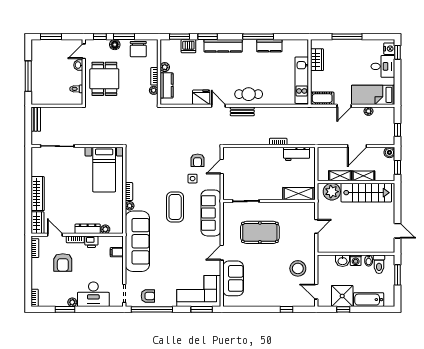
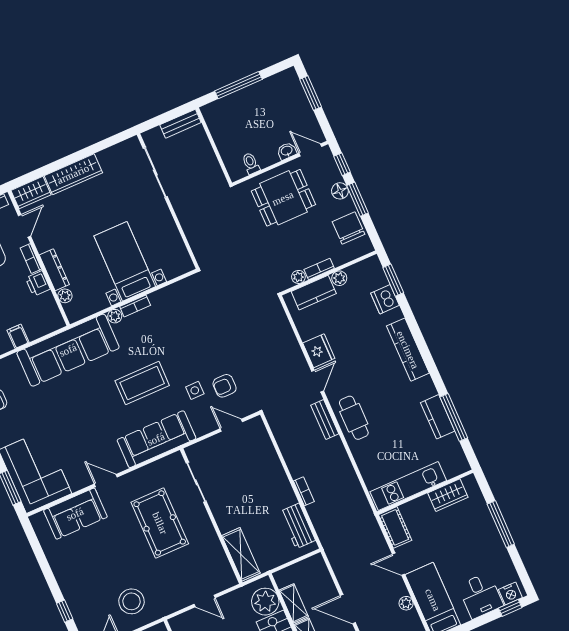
window: (208, 37) -> (411, 321), removed
window: (258, 37) -> (454, 417), moved
chair: (138, 49) -> (349, 228), turned 90
bed with nightstands: (104, 170) -> (125, 261), moved, turned 90
filing cabinet: (117, 252) -> (18, 336), moved

